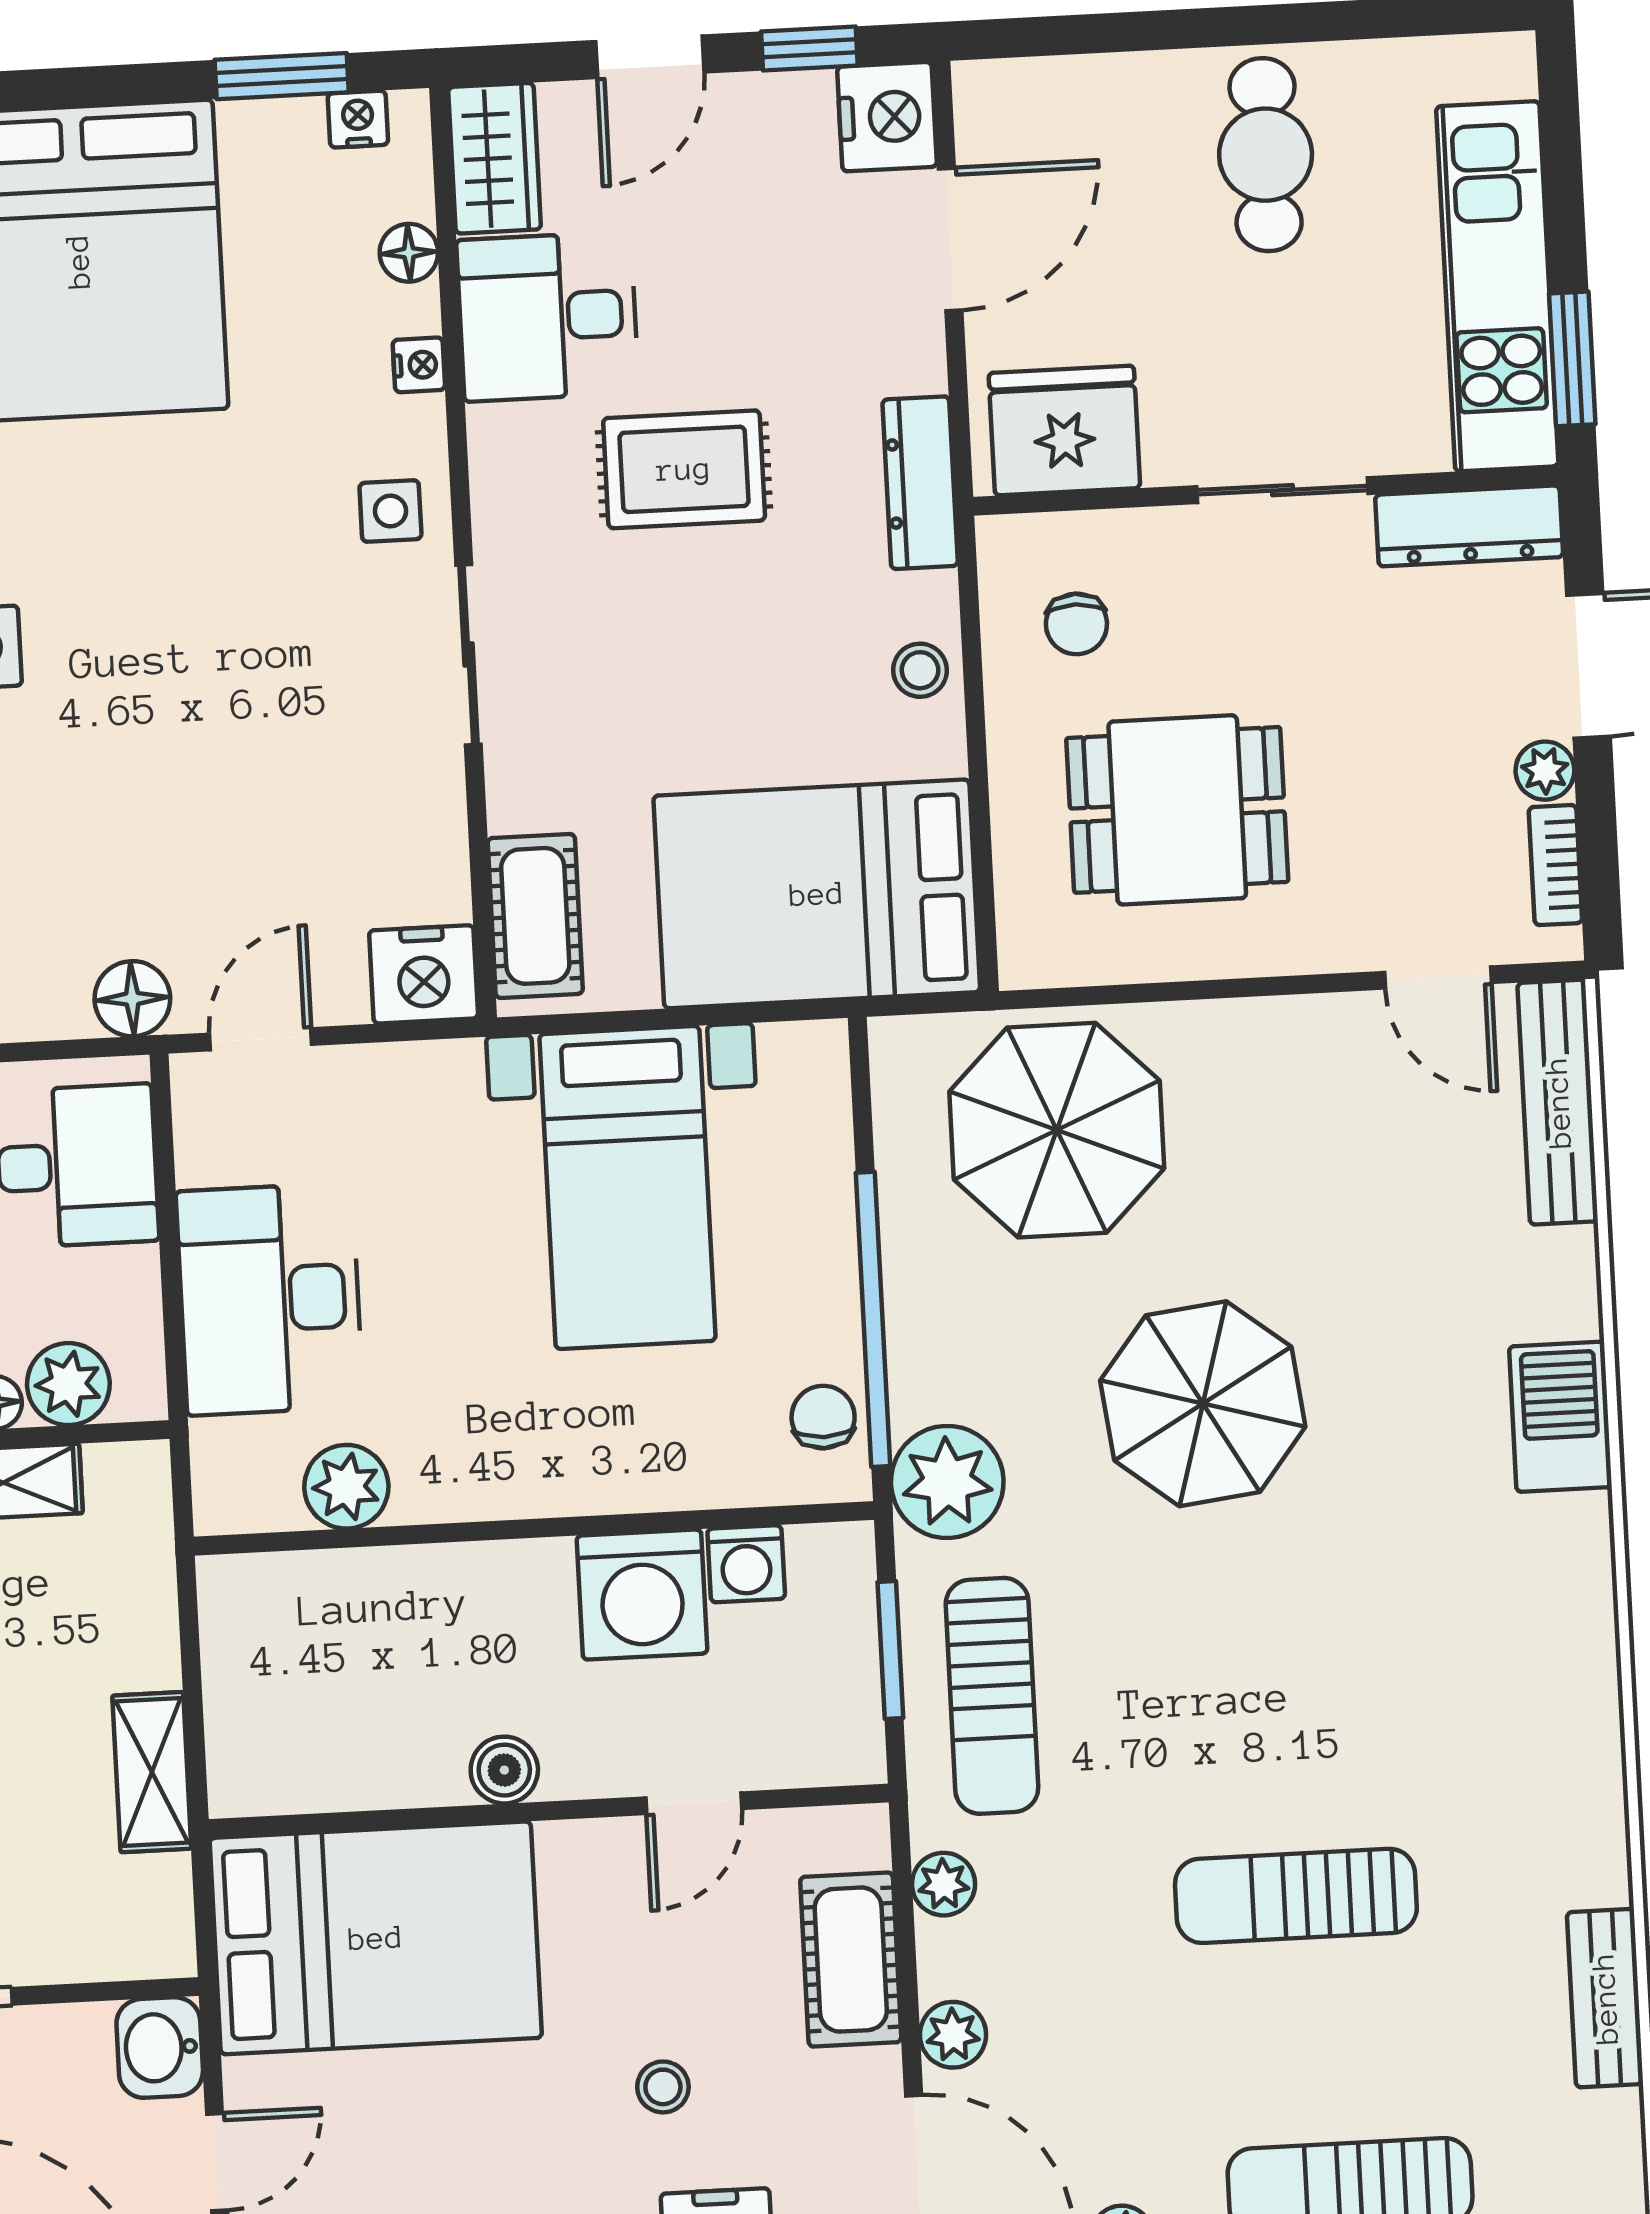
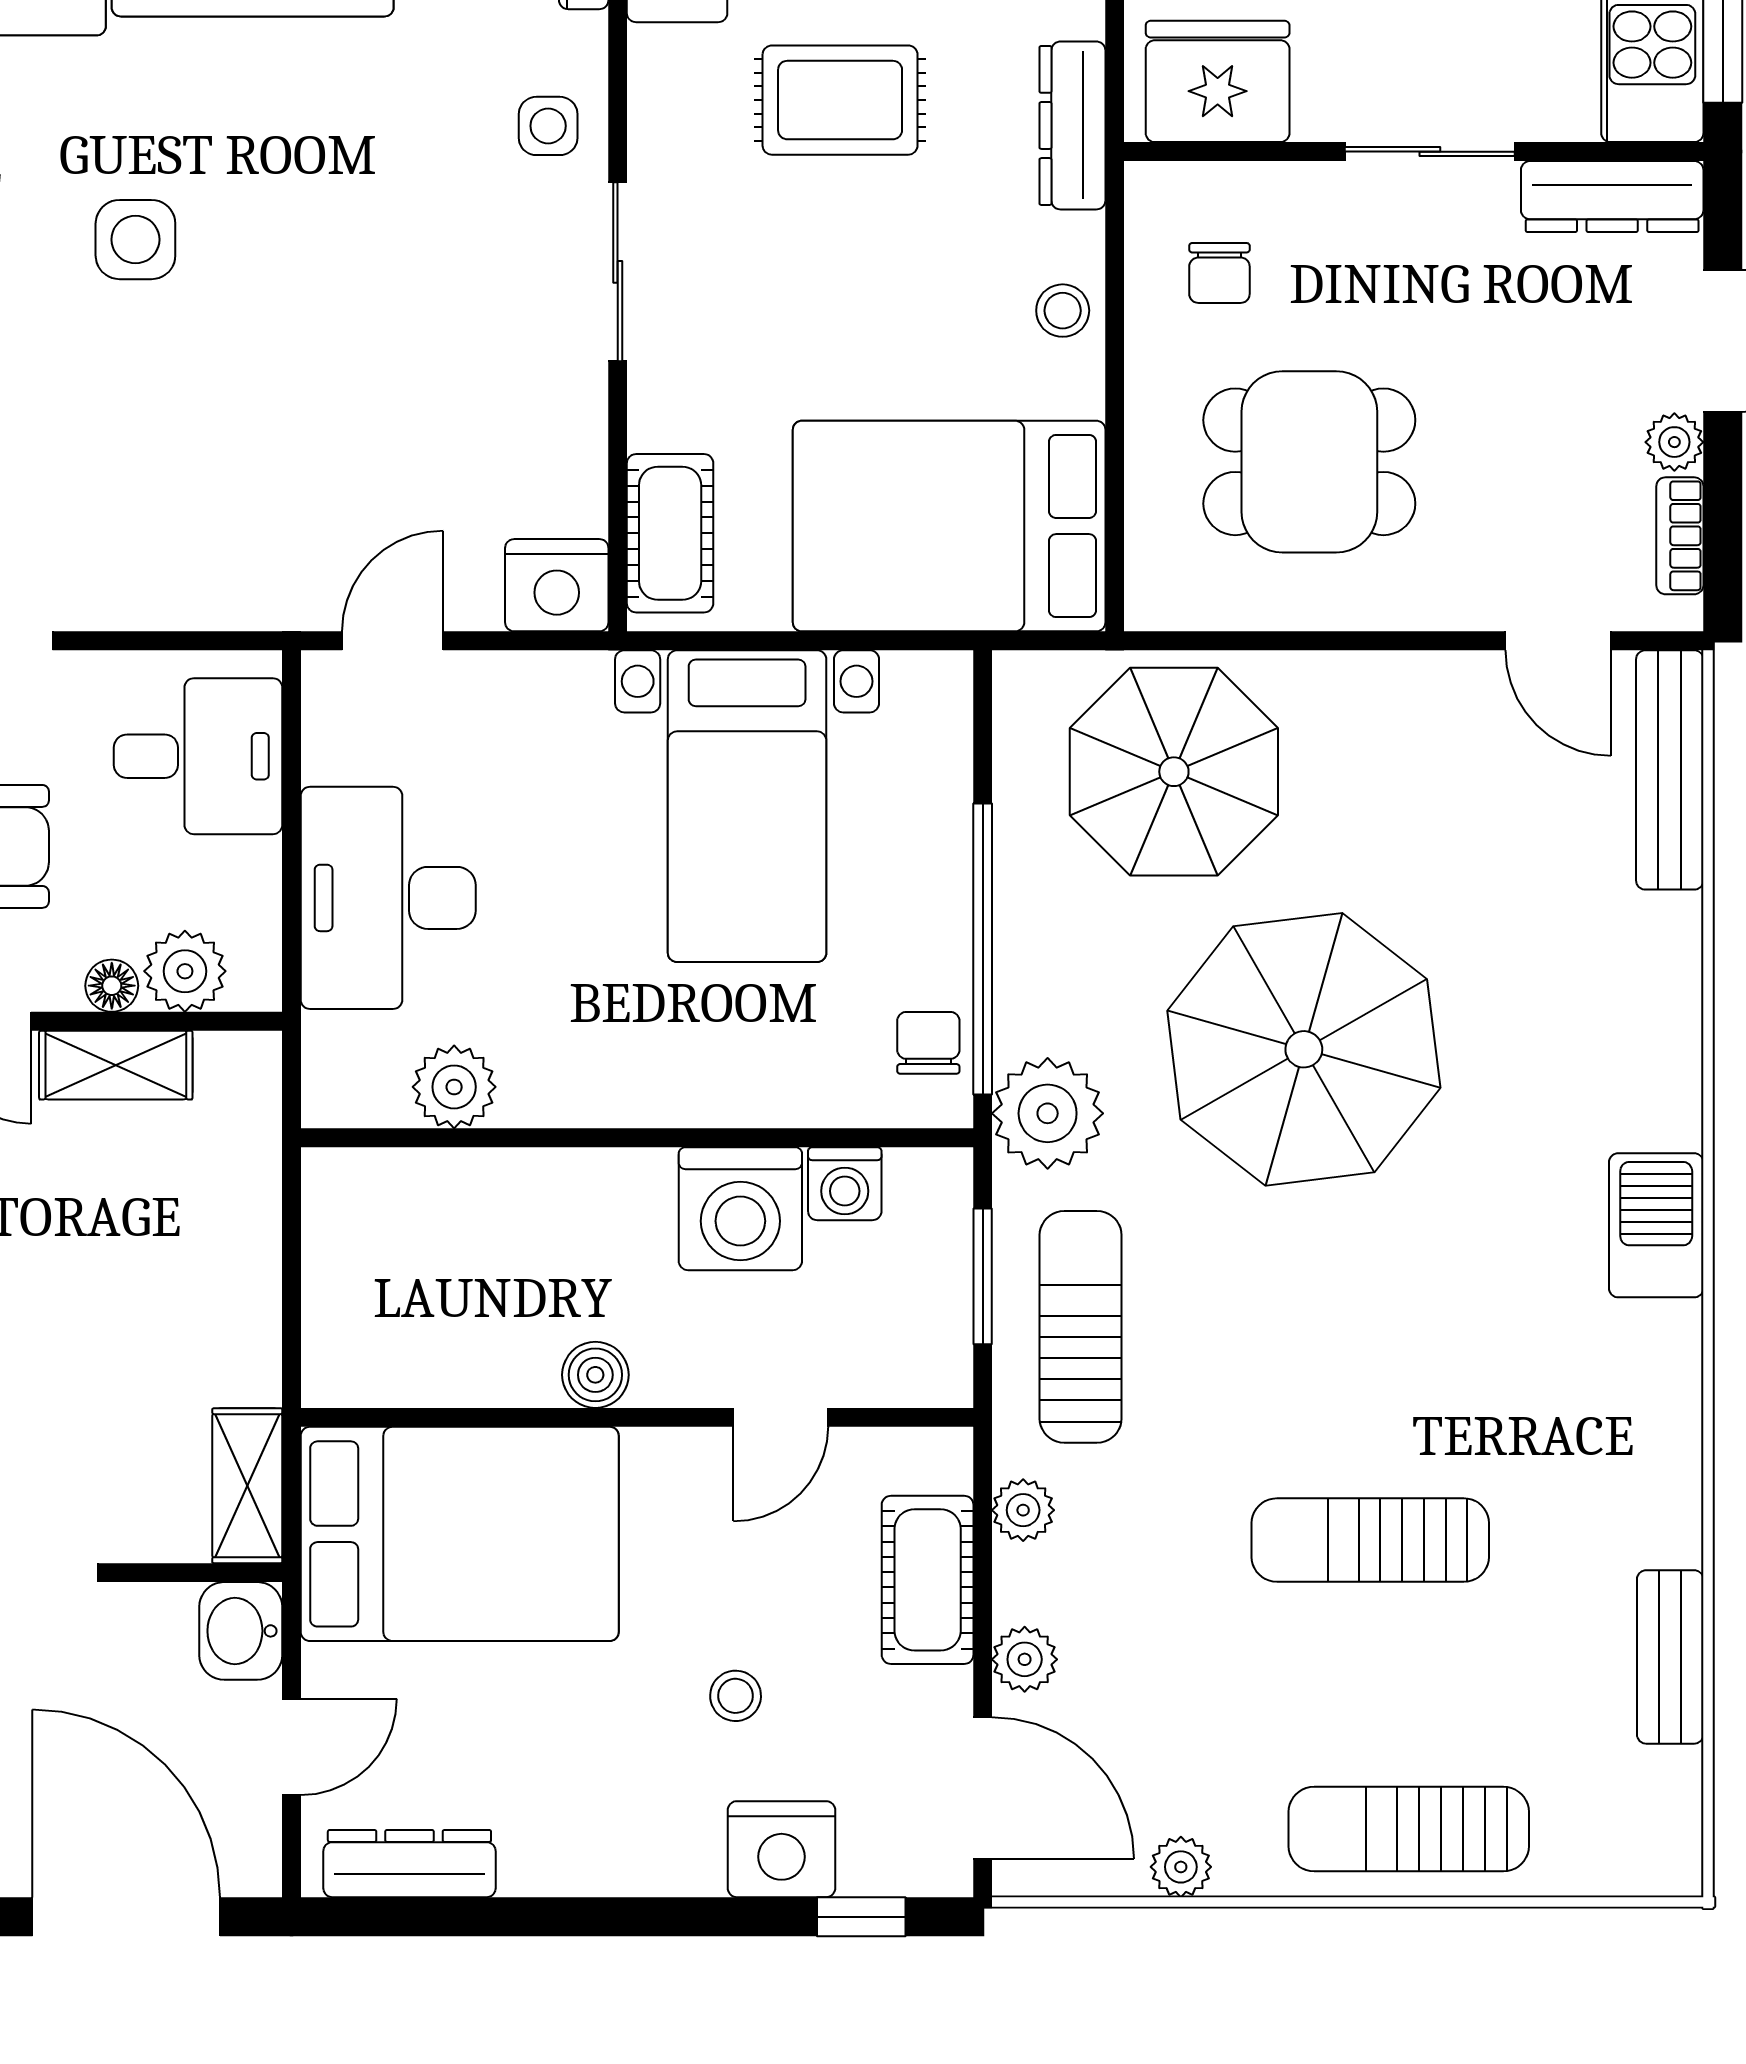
floor lamp: (132, 999) -> (268, 594), removed
parasol: (1203, 1404) -> (1304, 1049), width x1.36, depth x1.36
barbecue: (1560, 1417) -> (1656, 1225), moved
sun lounger: (992, 1696) -> (1081, 1327), turned 180
shelving: (152, 1772) -> (247, 1486), moved

